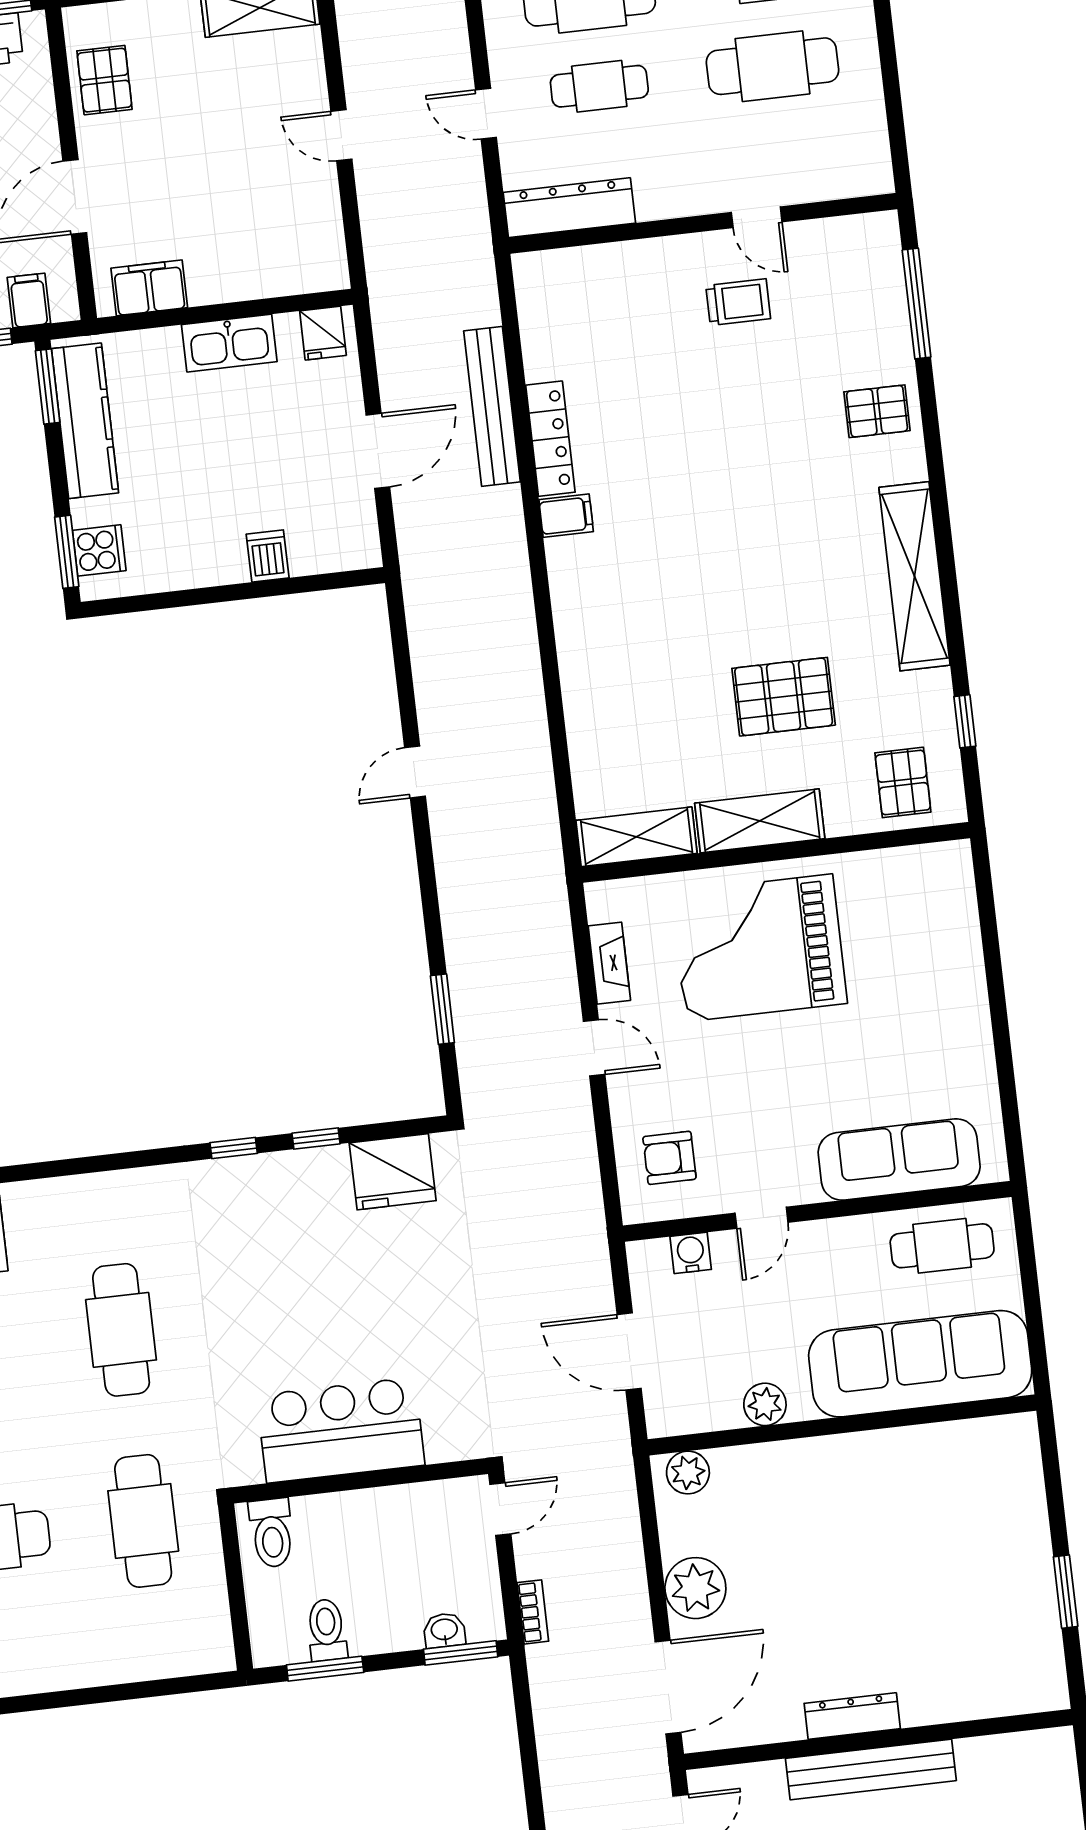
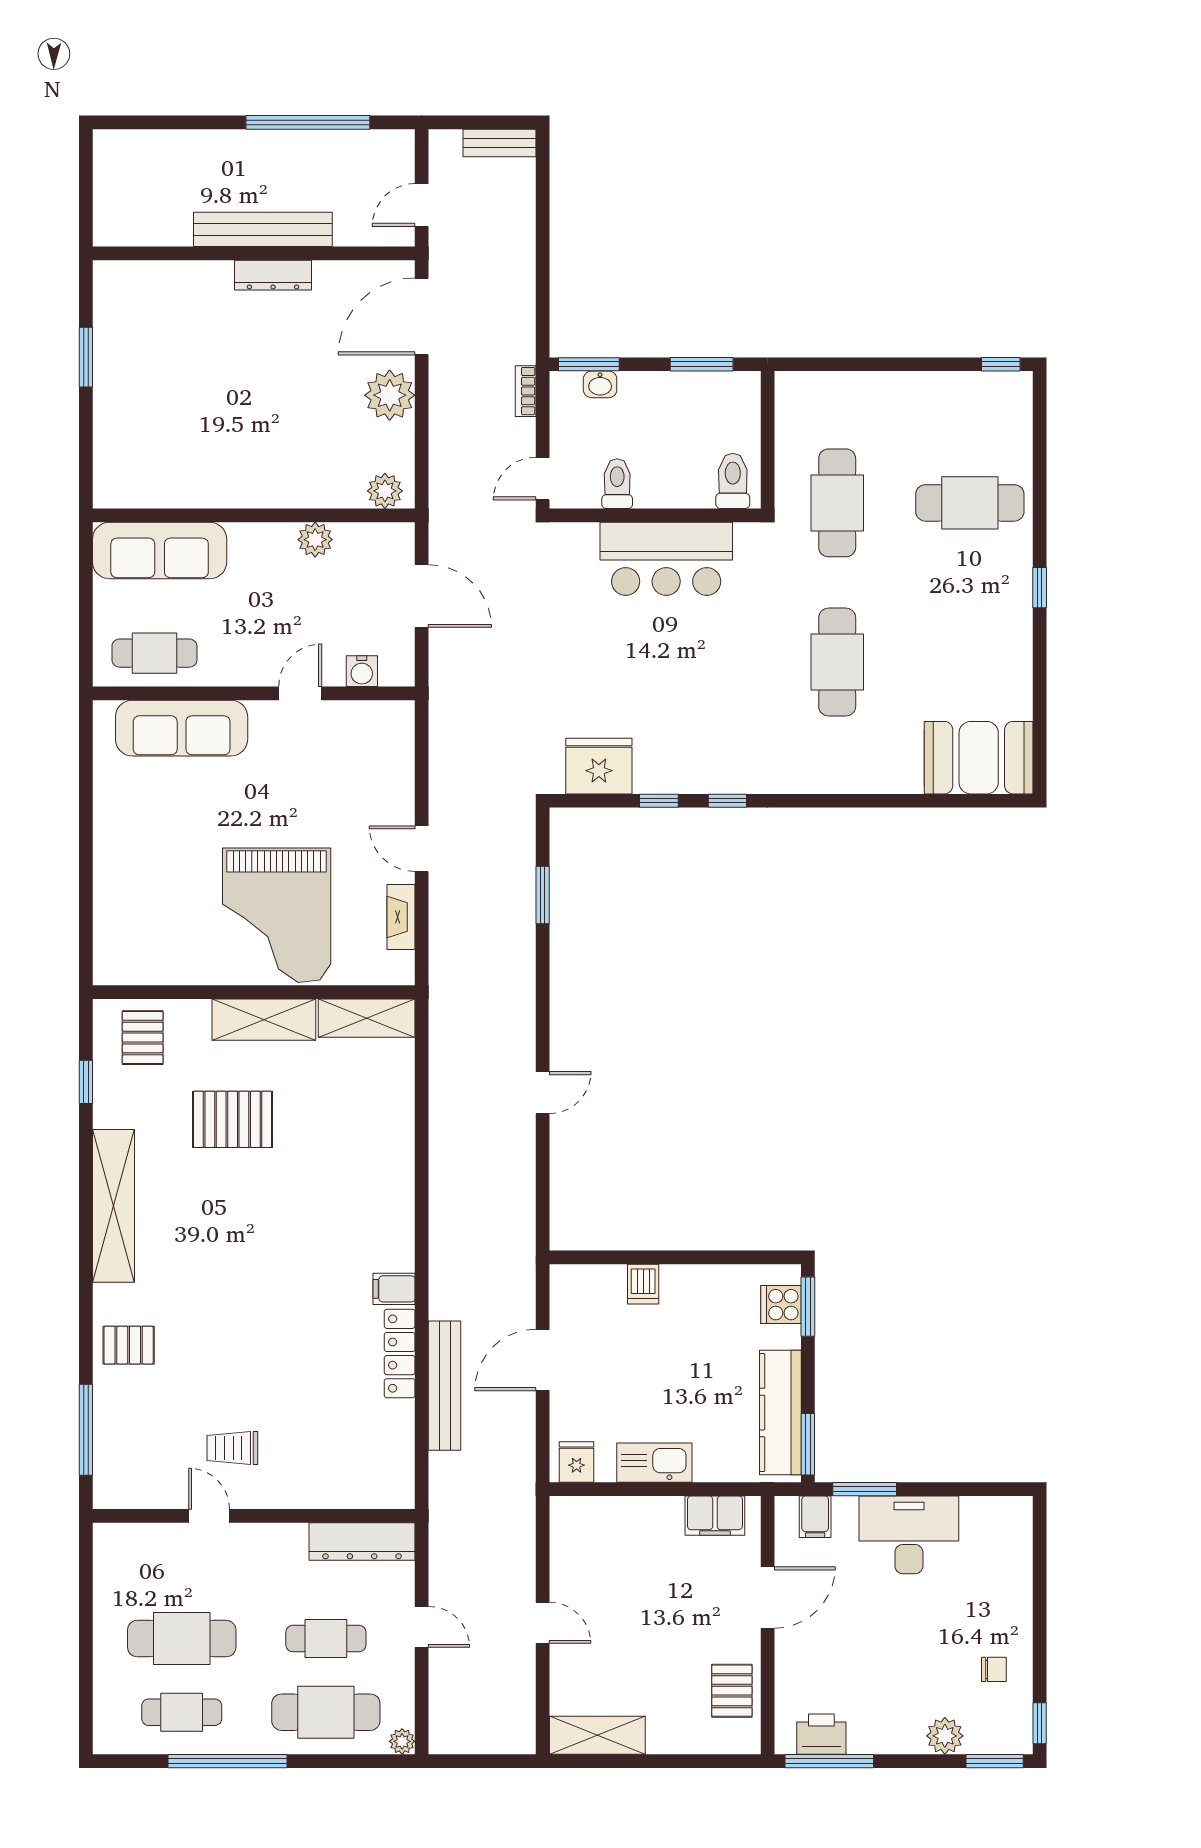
grand piano: (759, 948) -> (277, 915), turned 90
armchair: (669, 1158) -> (370, 751), removed
sofa: (920, 1364) -> (160, 550), width x0.74, depth x0.79
toilet: (327, 1630) -> (617, 484), moved, turned 180

